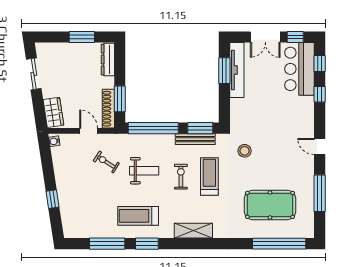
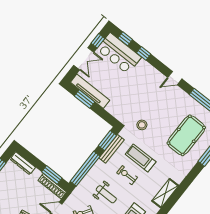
weight bench: (144, 171) -> (106, 194), turned 90

